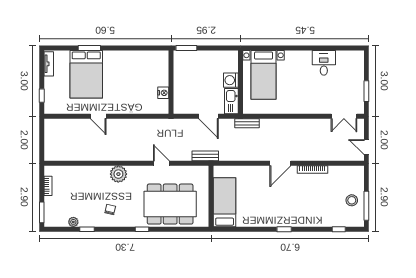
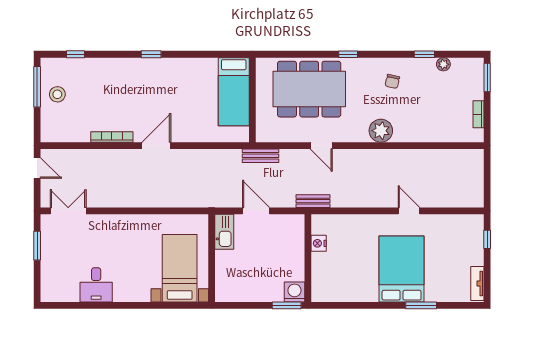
bed: (86, 74) -> (402, 269), moved
washing machine: (231, 80) -> (294, 292), moved, turned -90
bench: (247, 123) -> (313, 201), moved

